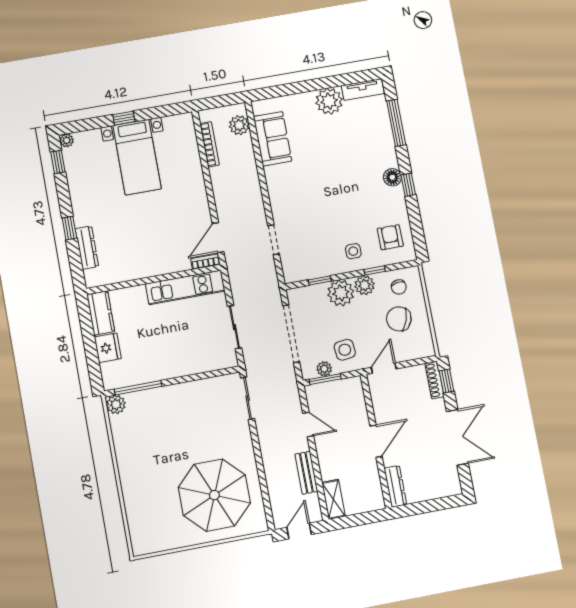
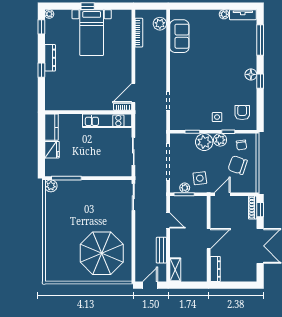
plant: (329, 101) -> (224, 14), width x0.53, depth x0.53
dresser: (87, 248) -> (50, 58), moved

